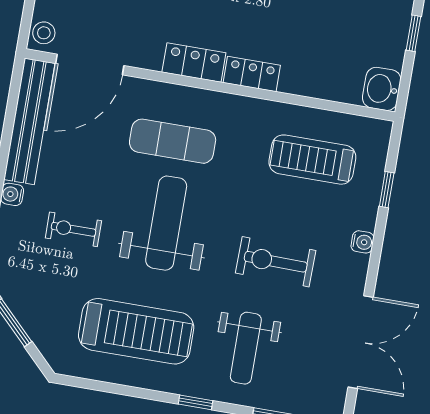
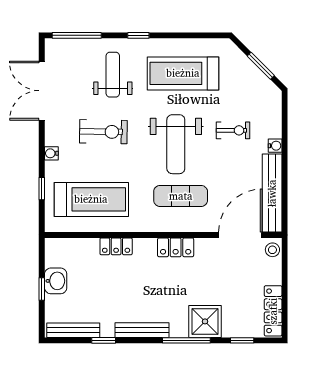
locker: (252, 74) -> (116, 246), moved
washbasin: (382, 89) -> (56, 281), moved
treadmill: (312, 160) -> (91, 199), width x1.37, depth x1.38

